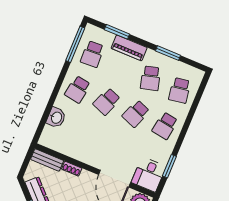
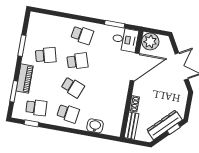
window: (75, 44) -> (31, 123), width x0.46
school desk: (180, 90) -> (50, 29), removed
school desk: (136, 114) -> (77, 61), turned -39

